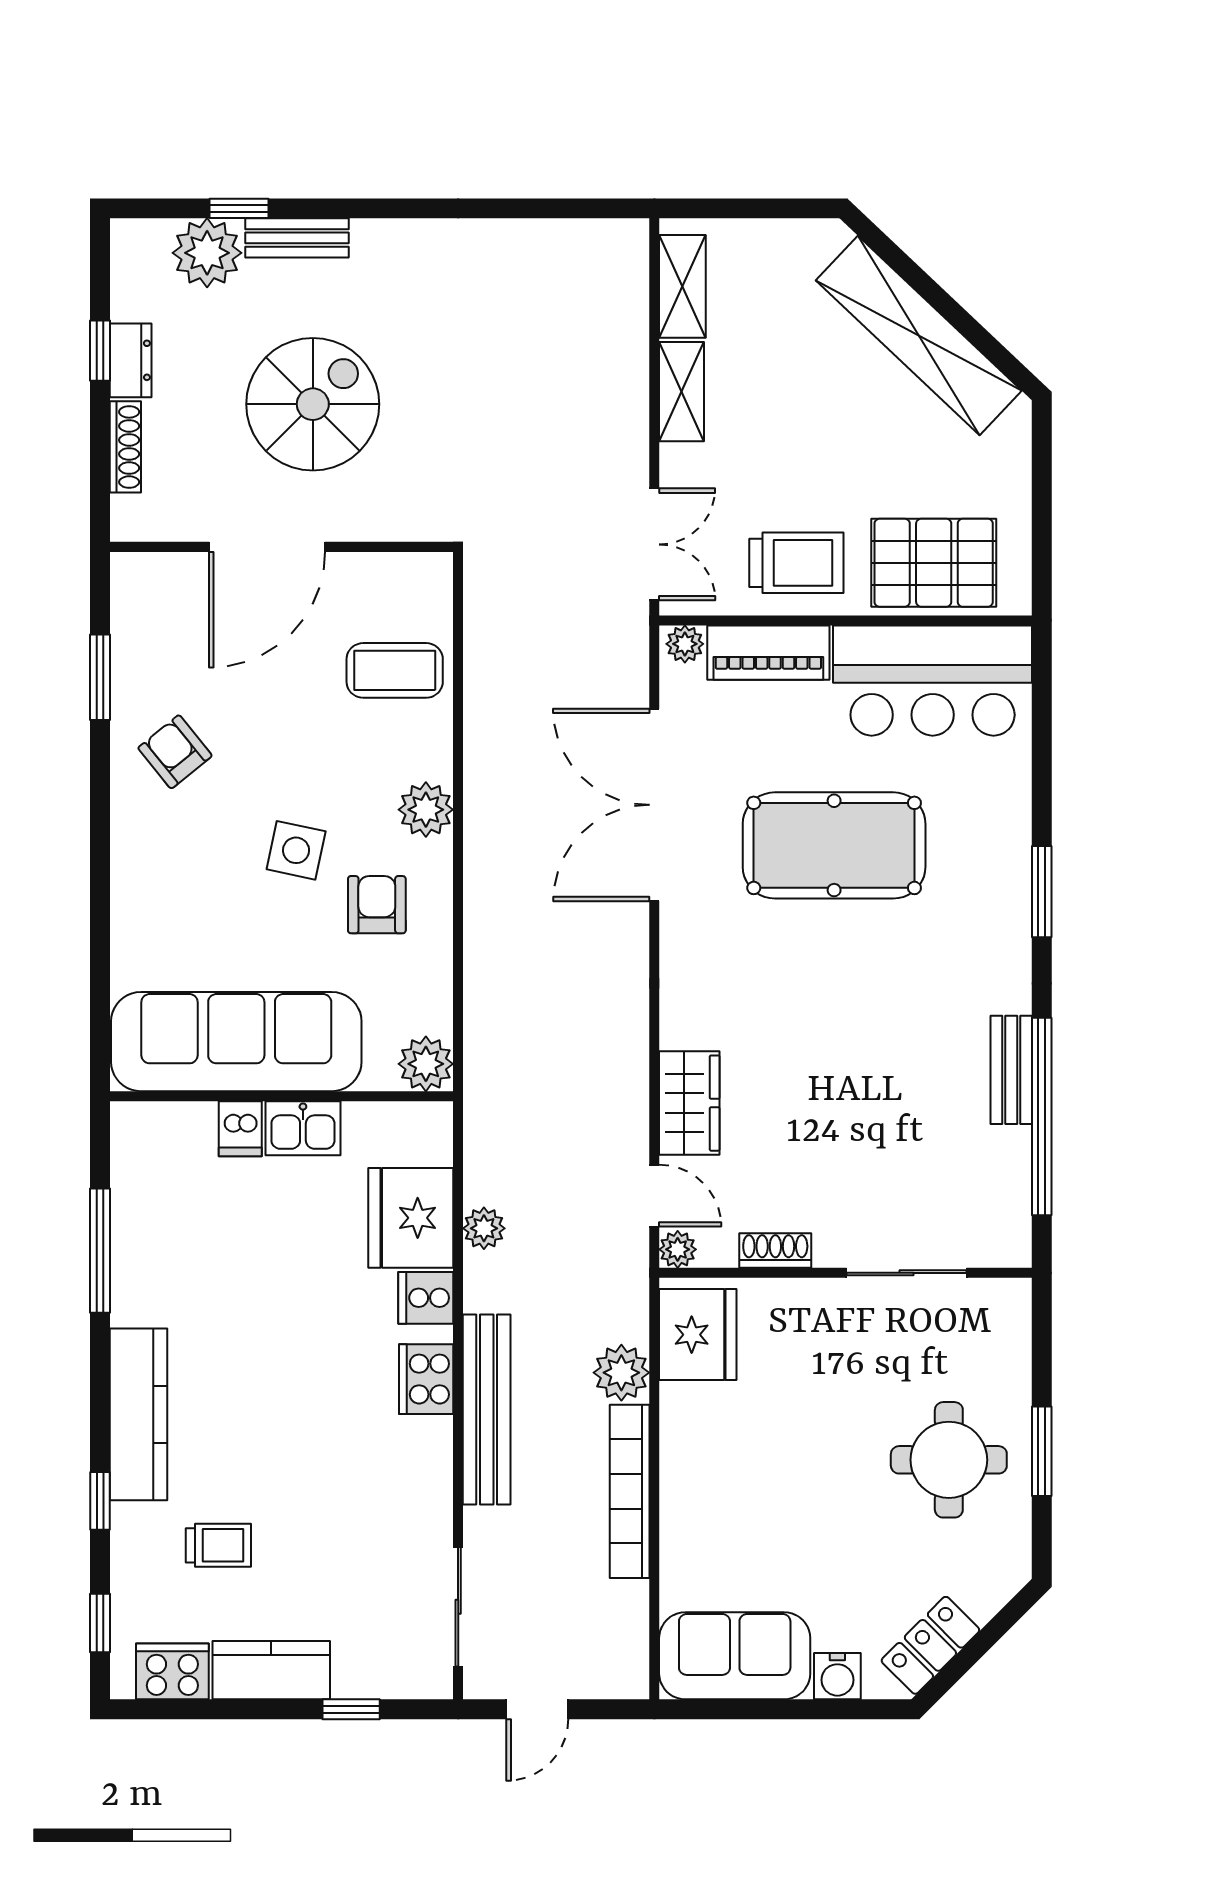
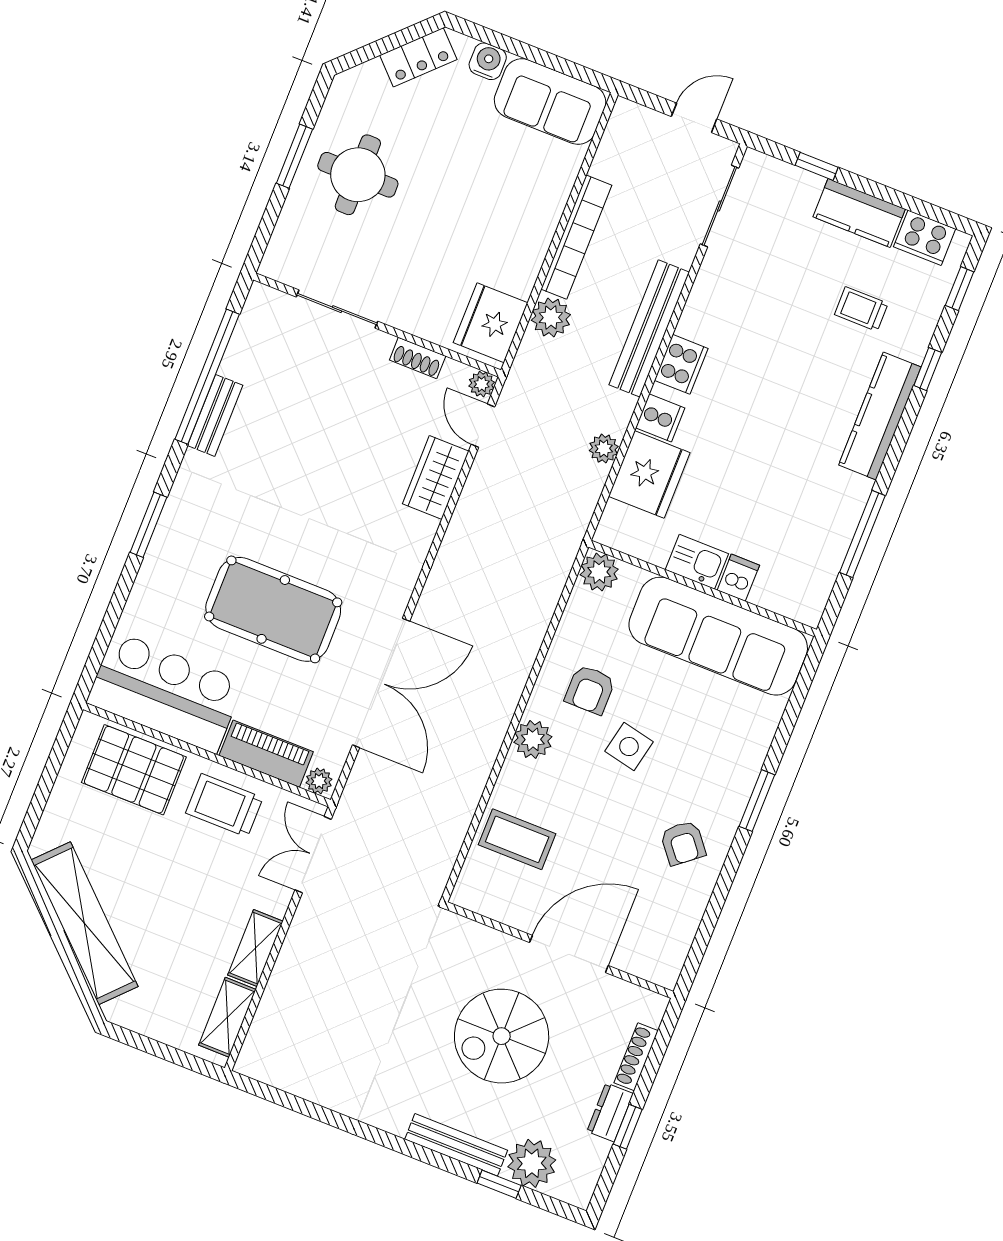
bench: (297, 238) -> (456, 1145), width x1.36
window: (100, 677) -> (757, 801), moved

